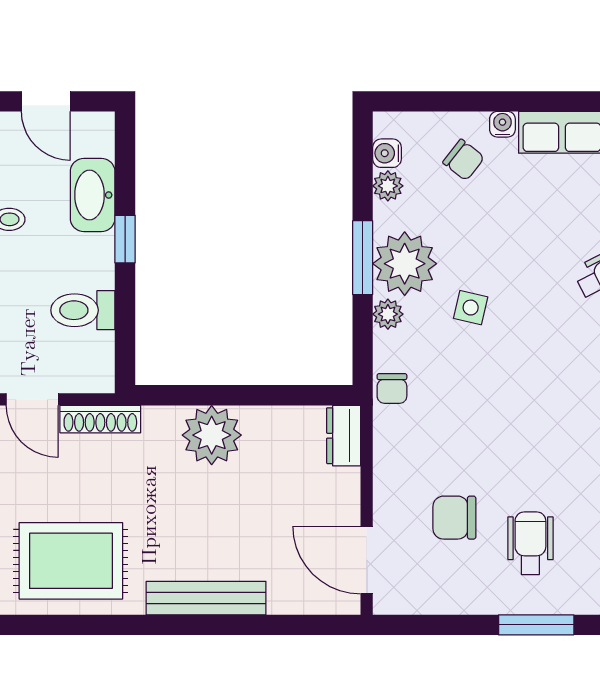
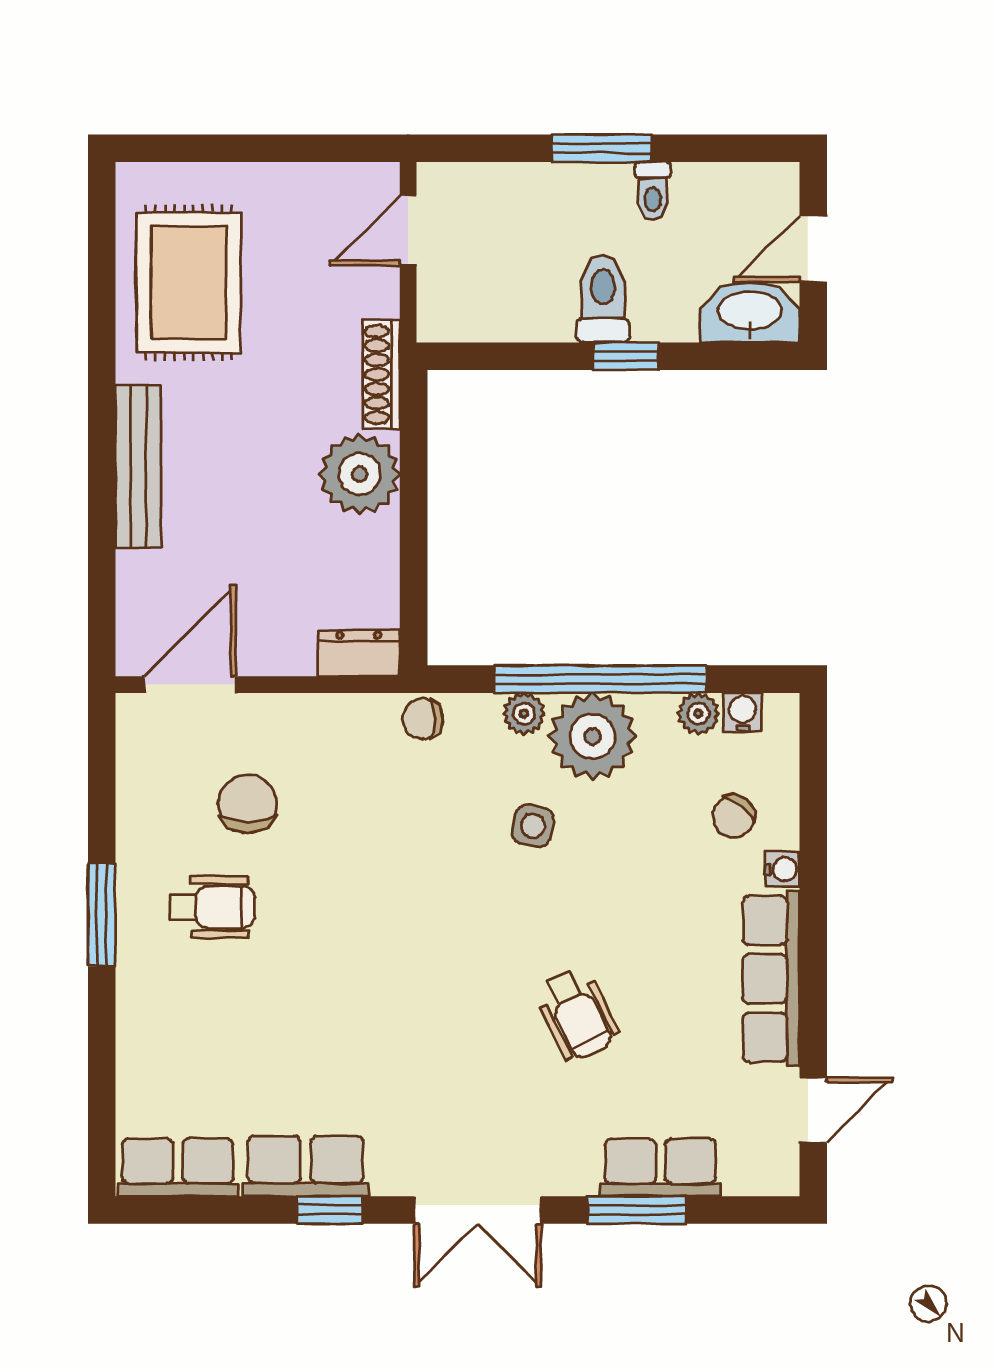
washbasin: (93, 195) -> (750, 312), moved
window: (363, 258) -> (601, 679), width x2.11
toilet: (83, 310) -> (603, 299), moved
shoe rack: (100, 419) -> (381, 374), moved

